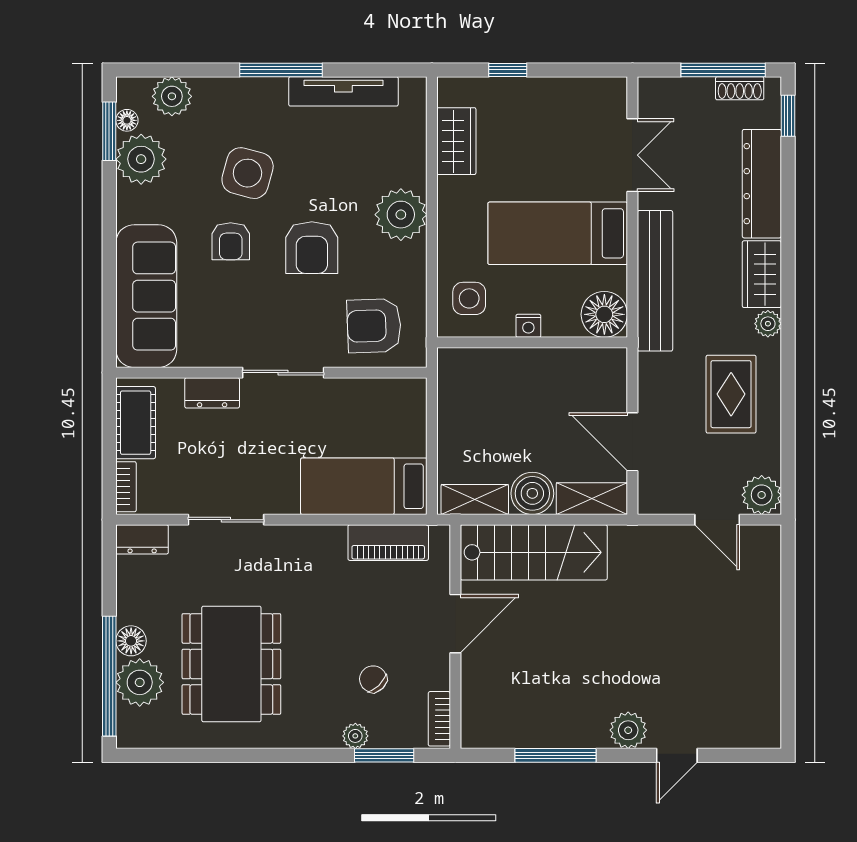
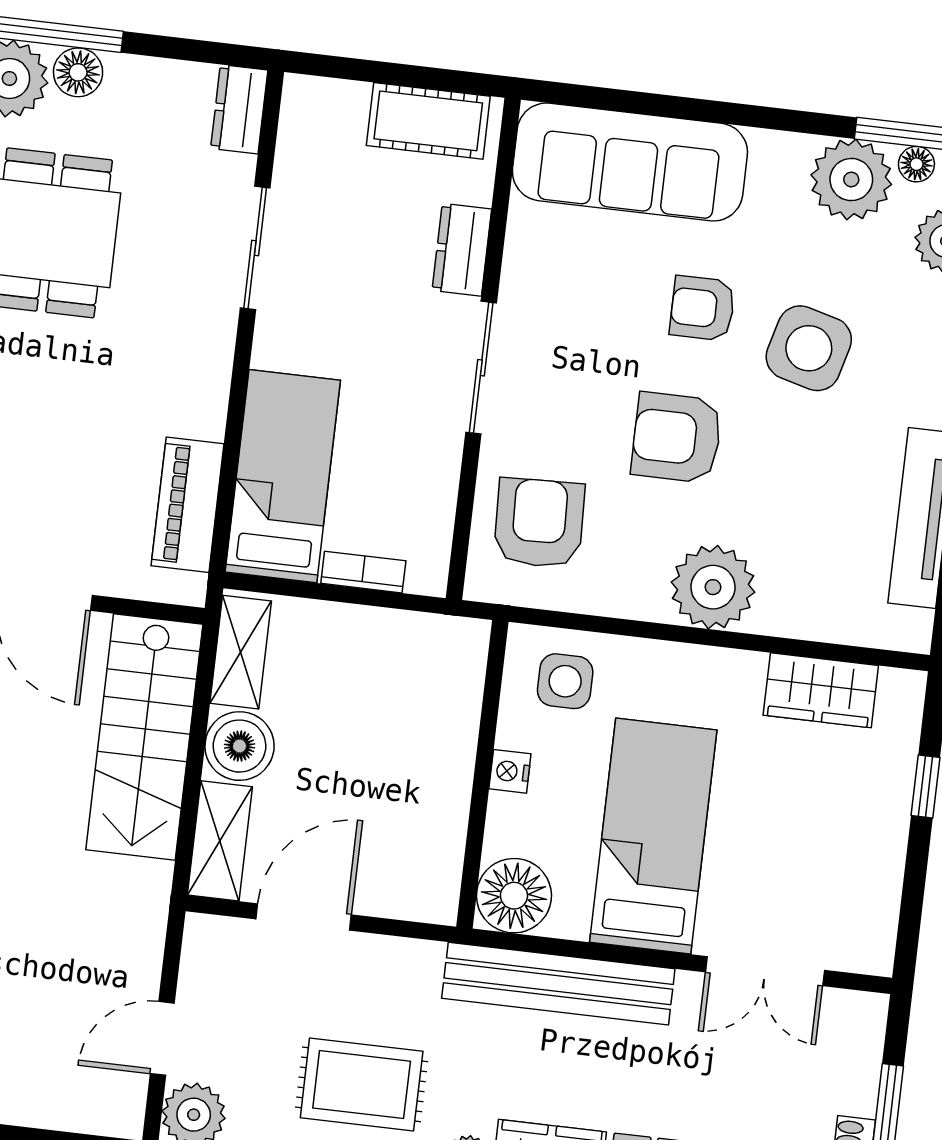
bookcase: (126, 487) -> (363, 572), moved, turned 180

